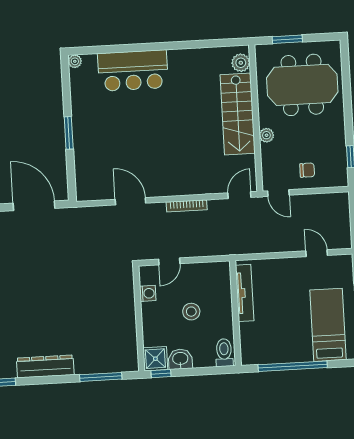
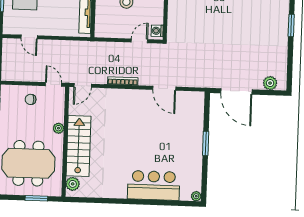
washing machine: (148, 293) -> (157, 31), moved

